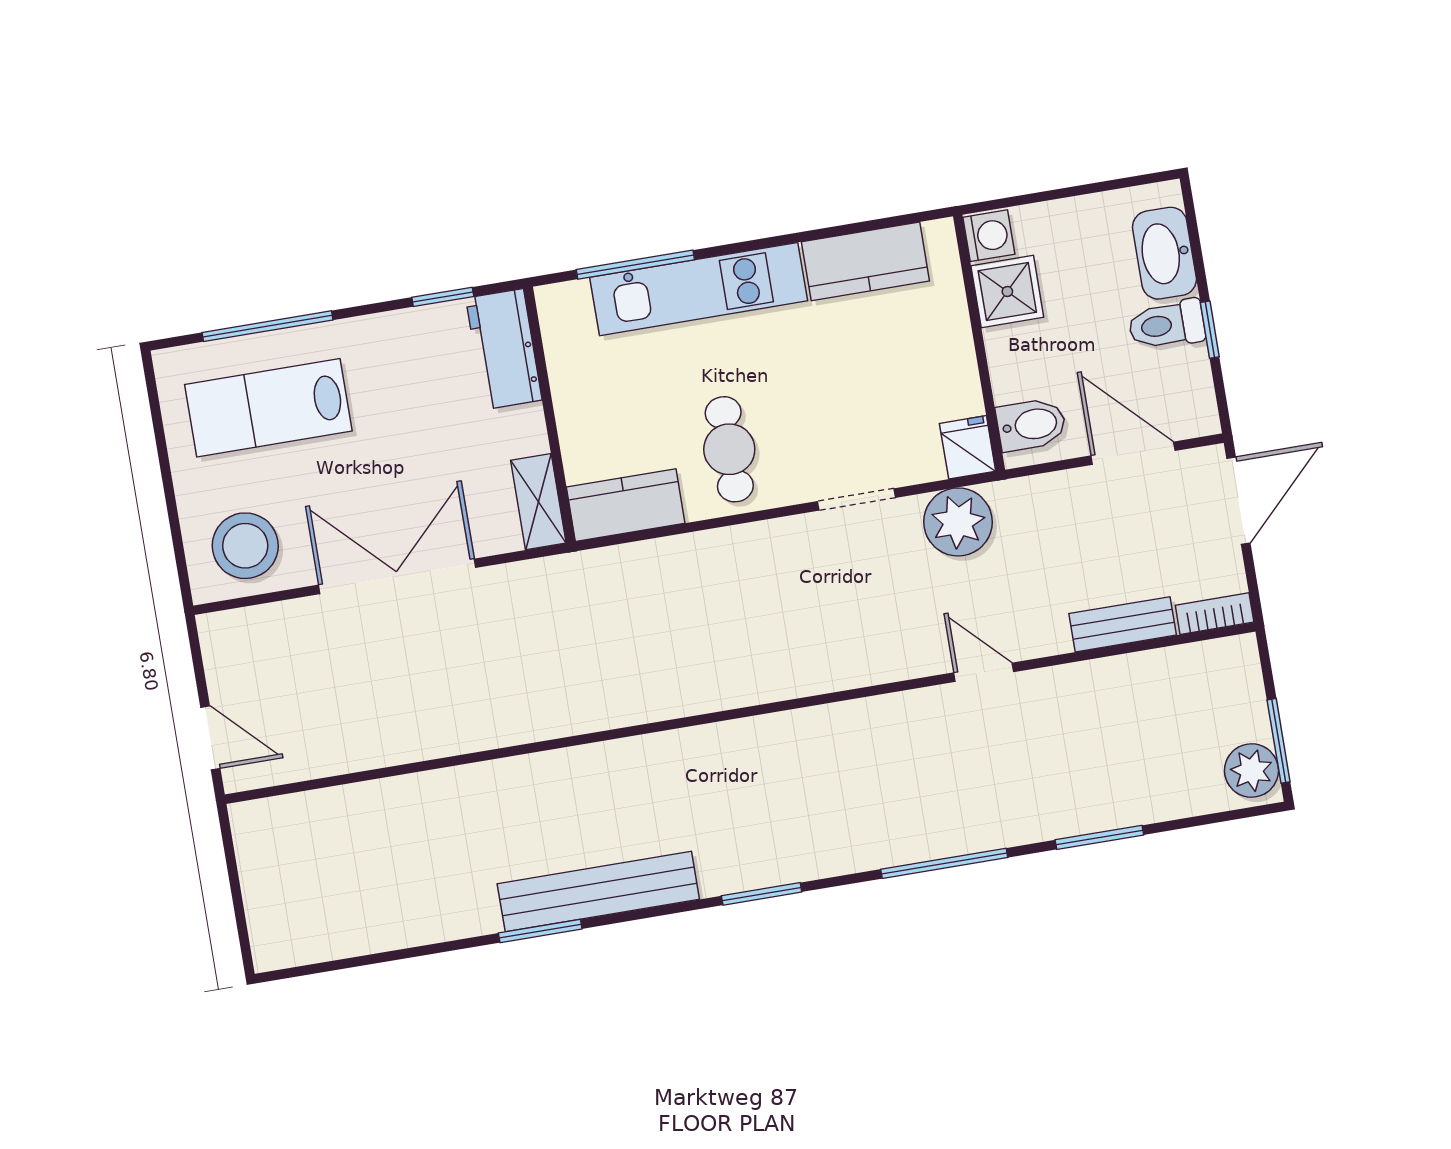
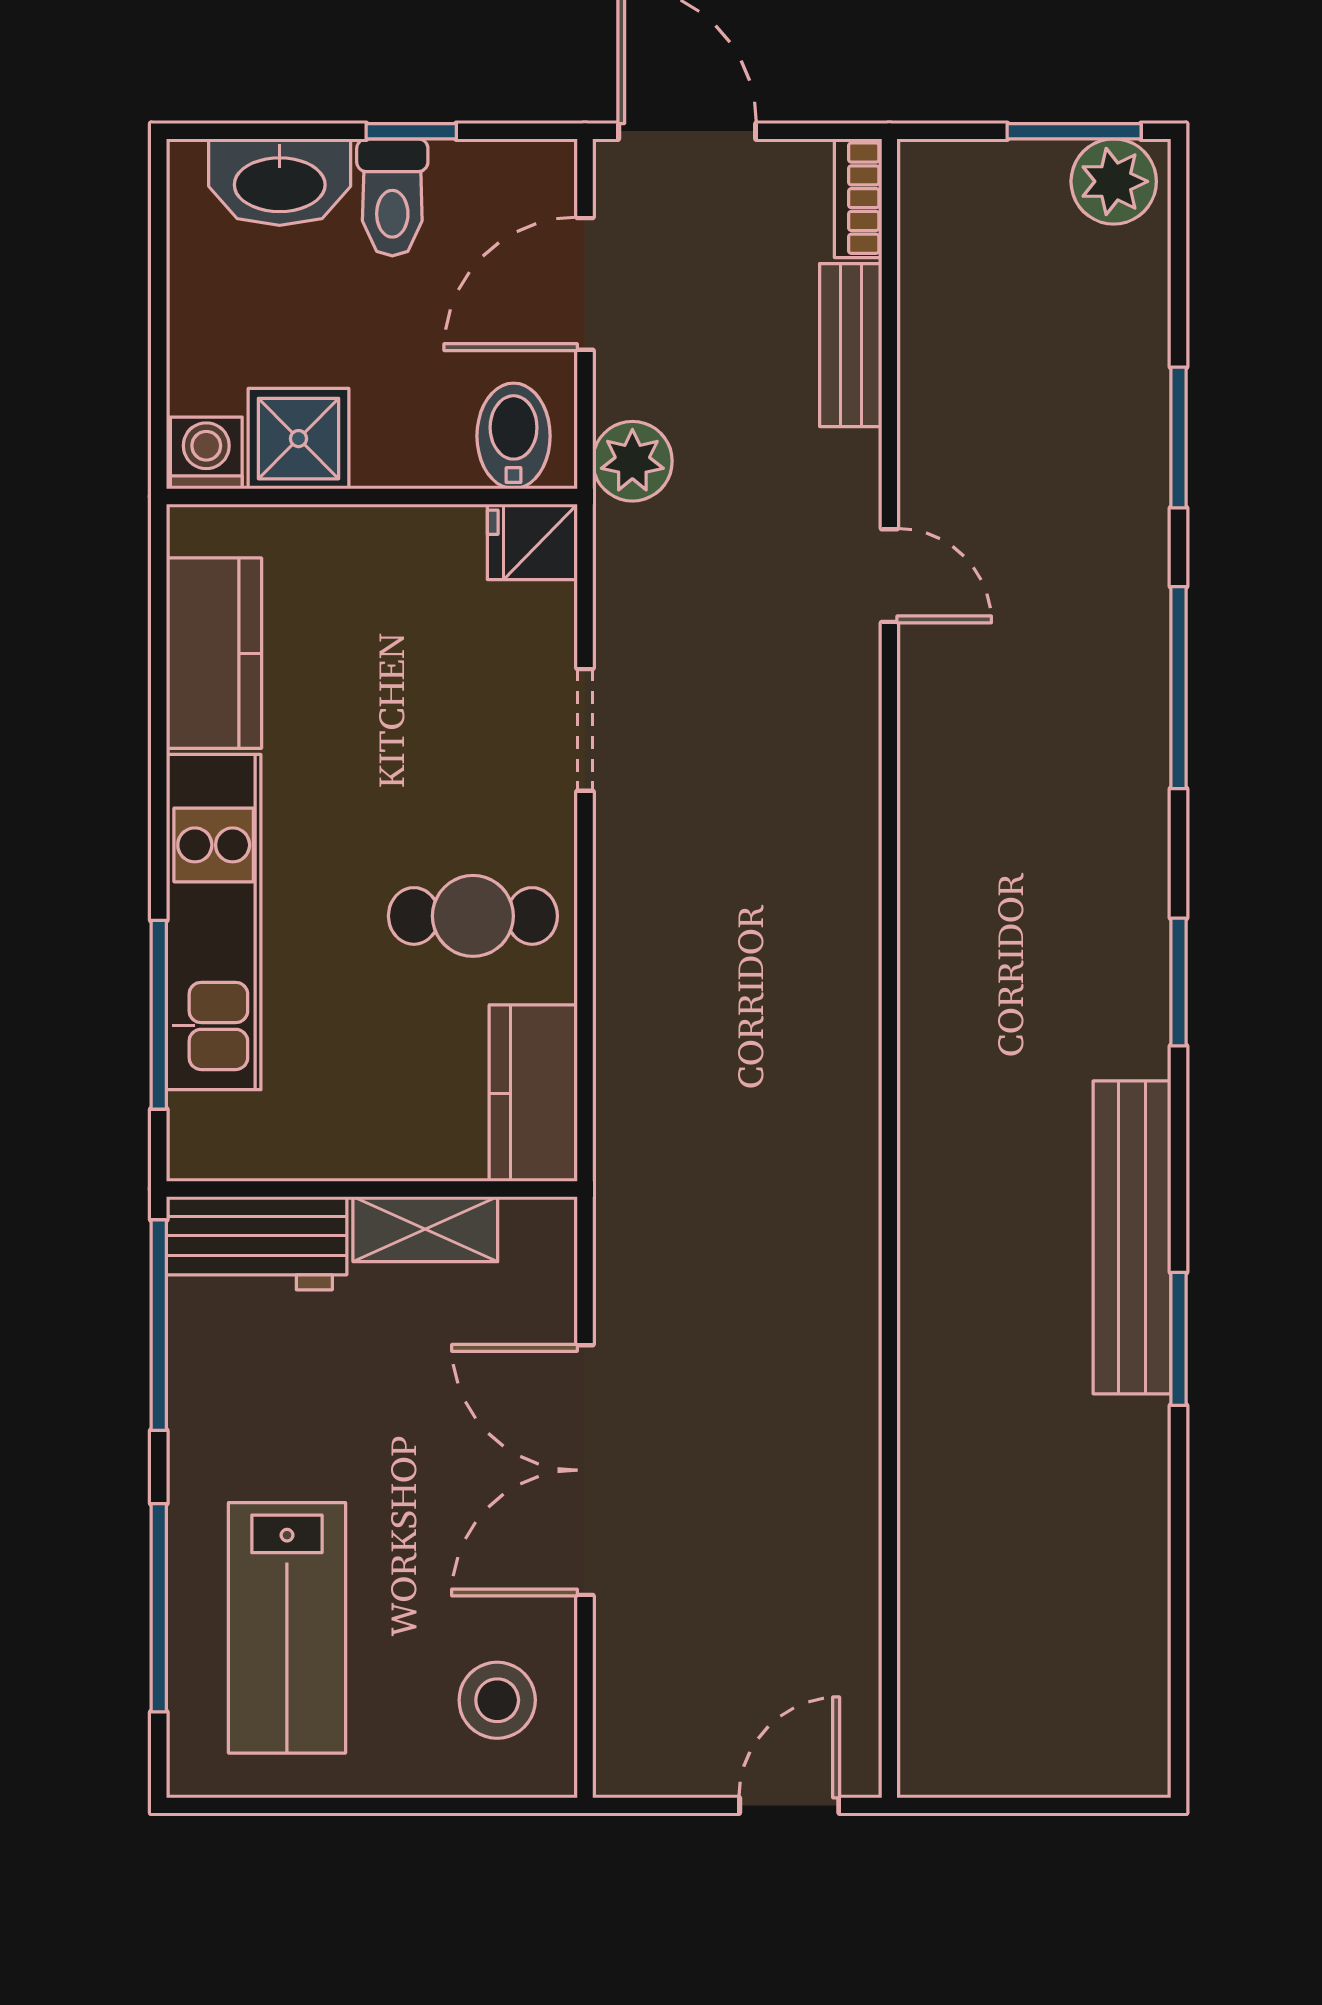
window: (443, 297) -> (159, 1325), width x2.17
shelving: (538, 502) -> (425, 1229), moved
plant: (958, 522) -> (632, 461), moved, width x0.73, depth x0.73
stool: (245, 546) -> (497, 1700), width x0.73, depth x0.73
door: (984, 672) -> (889, 576), swing flipped

